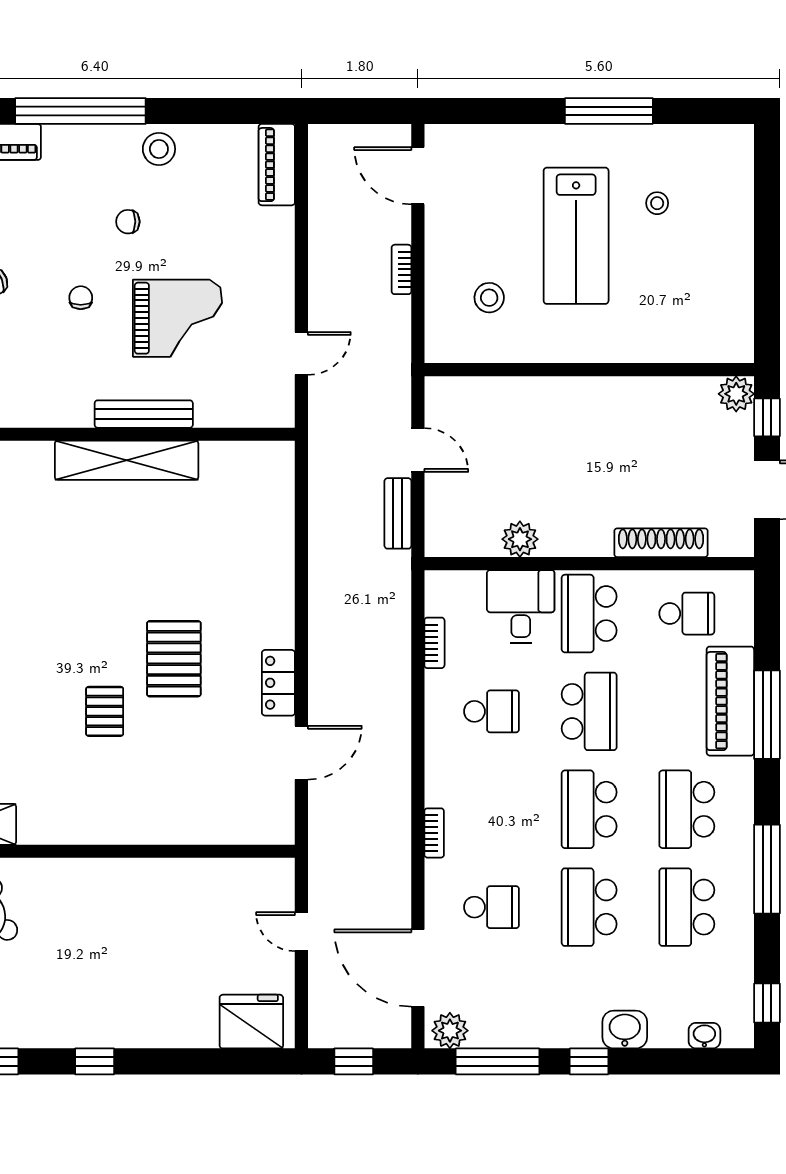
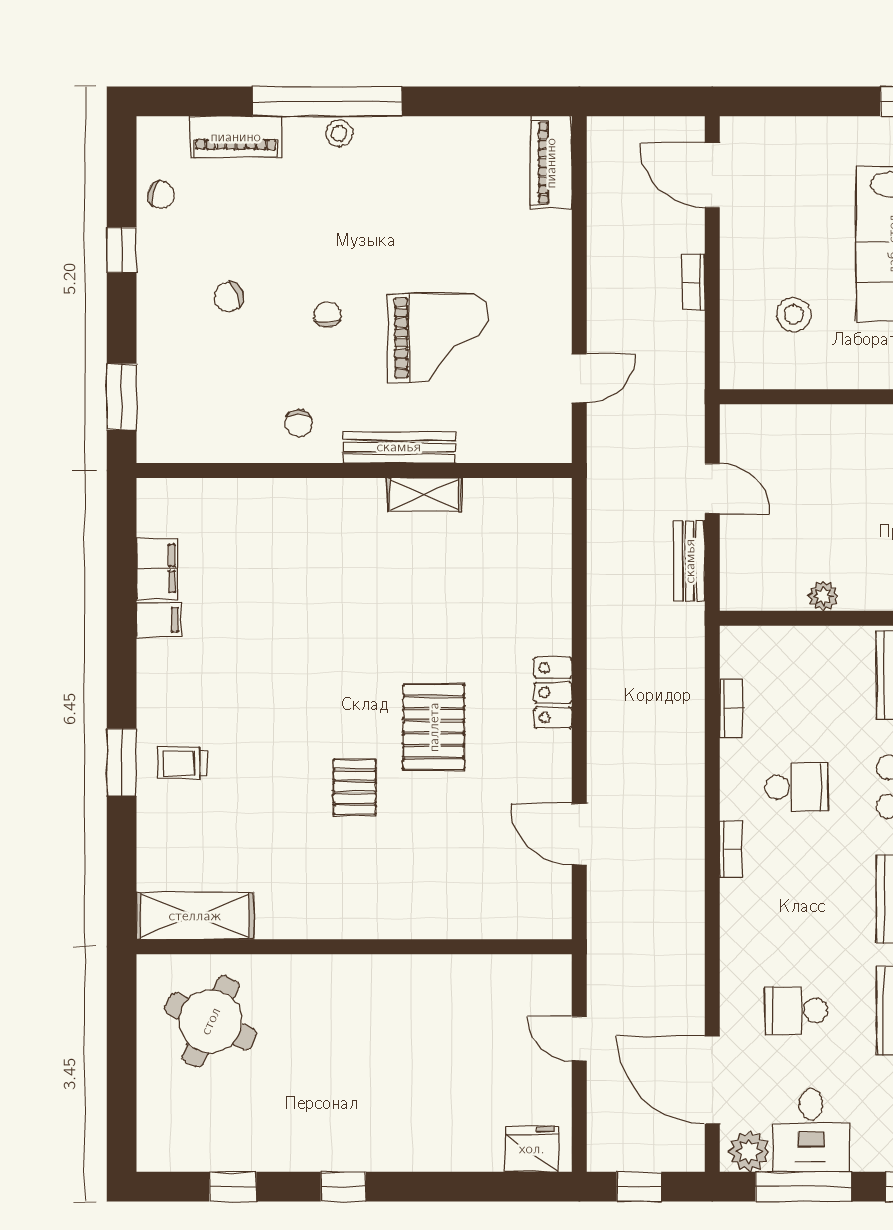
stool: (159, 149) -> (339, 133), moved, width x0.73, depth x0.73
chair: (128, 222) -> (299, 423), moved, turned -90
shelving: (127, 460) -> (424, 495), width x0.45, depth x0.75
plant: (520, 539) -> (823, 596), width x0.73, depth x0.73
desk: (521, 606) -> (811, 1130), moved, turned 180
locker: (278, 683) -> (553, 693), moved
door: (301, 753) -> (579, 834), swing flipped
bookcase: (434, 833) -> (731, 849), moved
school desk: (491, 907) -> (796, 1010), turned 180
fridge: (251, 1022) -> (532, 1149), width x0.73, depth x0.75

